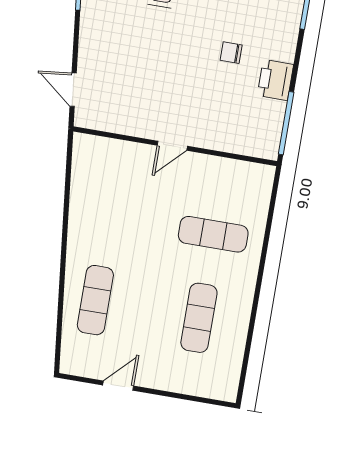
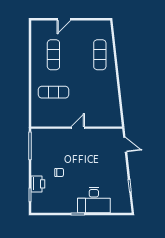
printer: (275, 80) -> (38, 184), moved
door: (118, 386) -> (64, 19), moved

